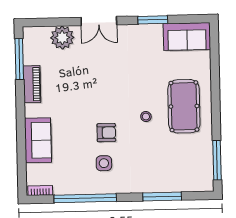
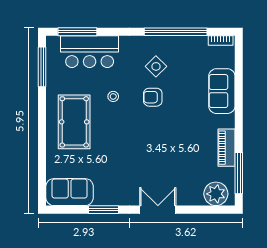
plant: (62, 38) -> (216, 194), moved
stool: (146, 117) -> (113, 96), moved
side table: (104, 163) -> (156, 66), turned 45
bar counter: (170, 176) -> (90, 52), added
window: (162, 196) -> (77, 32), moved

